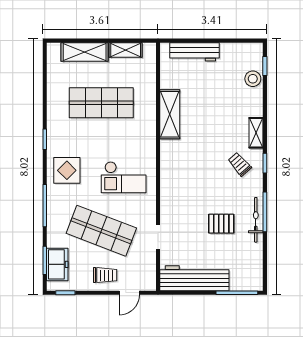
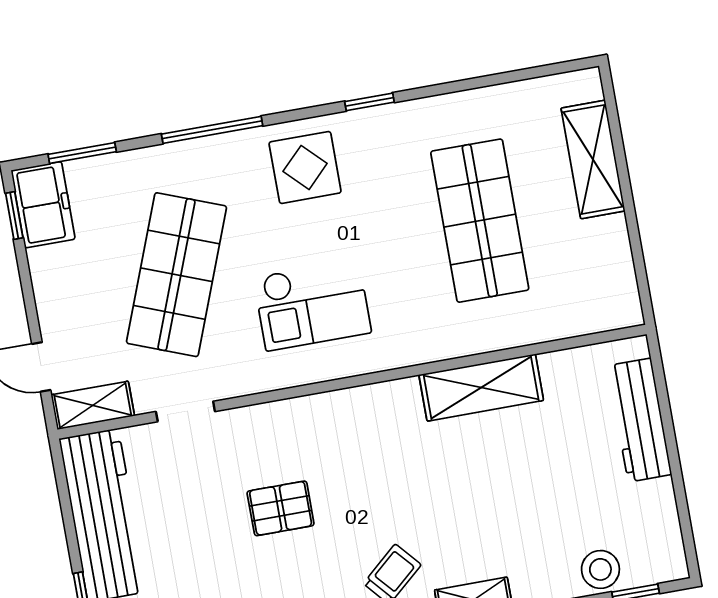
shelving: (126, 50) -> (93, 405), moved, turned 90
checkout: (124, 177) -> (312, 305), turned -90
pallet: (221, 224) -> (281, 508), moved, turned 90
freezer: (57, 264) -> (43, 205), moved, turned -90
trolley: (105, 275) -> (73, 302), removed

